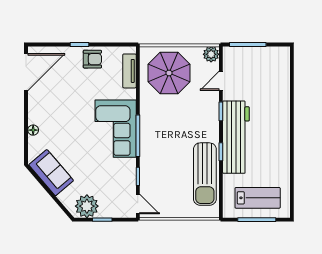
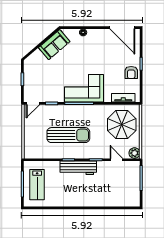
workbench: (236, 137) -> (78, 168), width x0.73, depth x0.76
sun lounger: (205, 174) -> (68, 135), moved, turned 180
plant: (87, 206) -> (31, 69), removed

